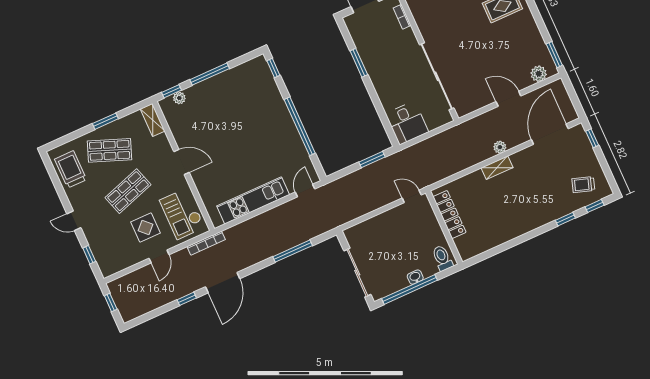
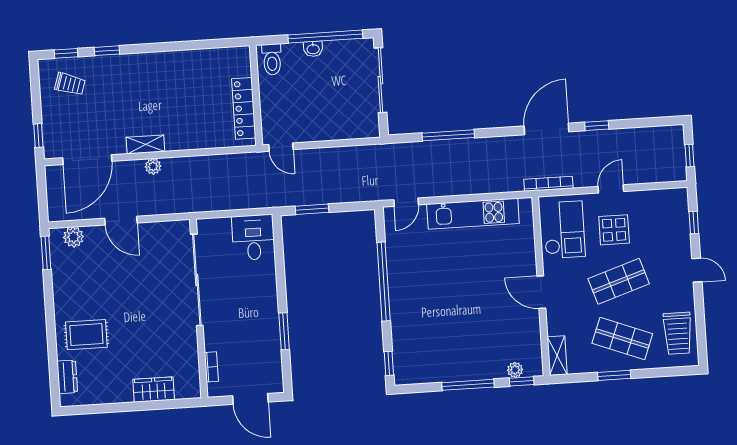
shelving: (497, 168) -> (145, 144), moved

